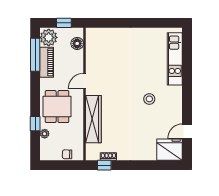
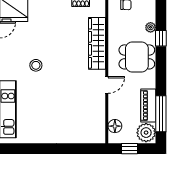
dining table: (57, 107) -> (137, 57), turned 90

